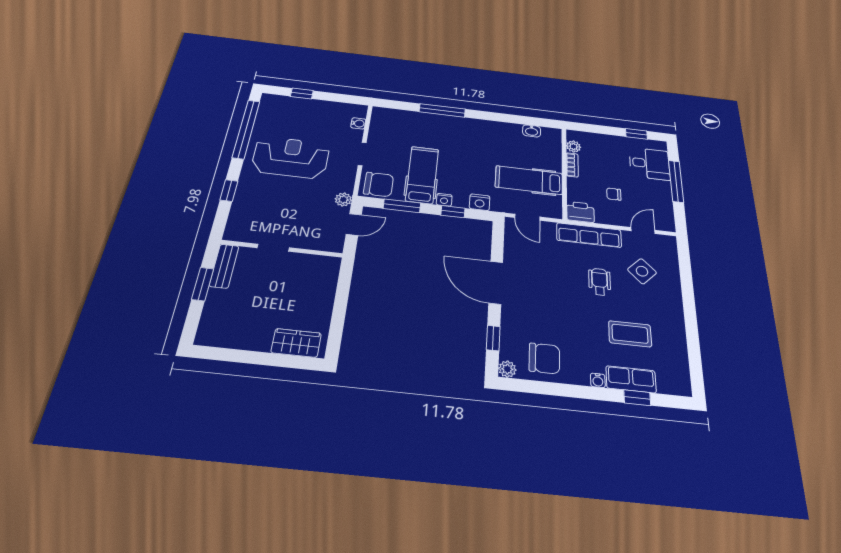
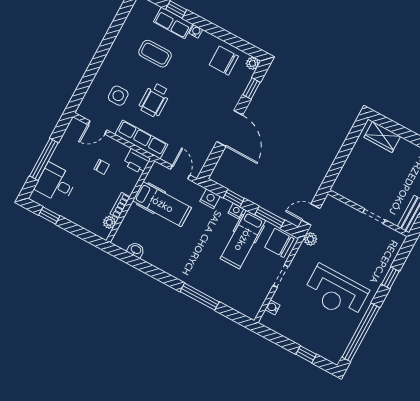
side table: (642, 271) -> (118, 96), turned 45
wheelchair: (600, 282) -> (155, 100), width x1.36, depth x1.37

